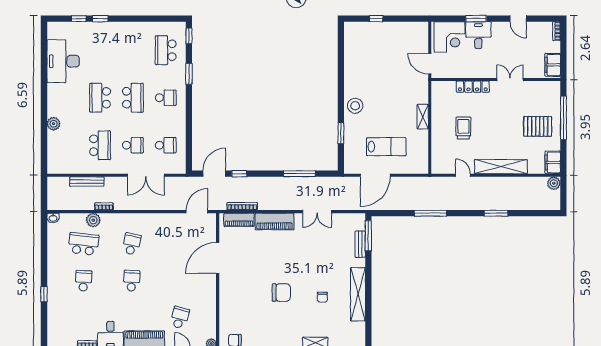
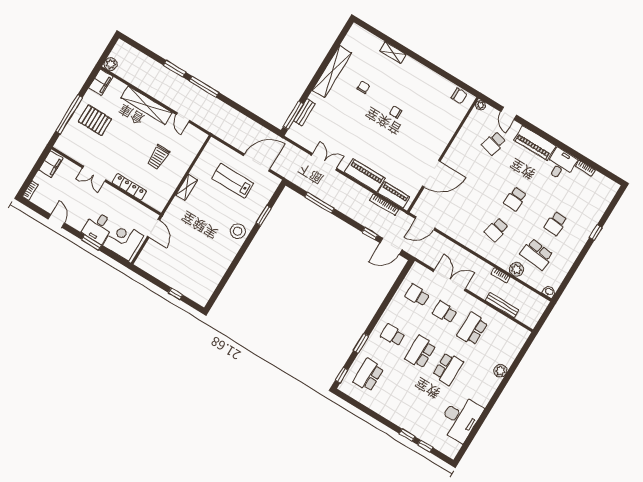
school desk: (166, 50) -> (368, 375), turned 180
window: (430, 213) -> (204, 87), moved
chair: (281, 293) -> (396, 112), width x0.54, depth x0.54

